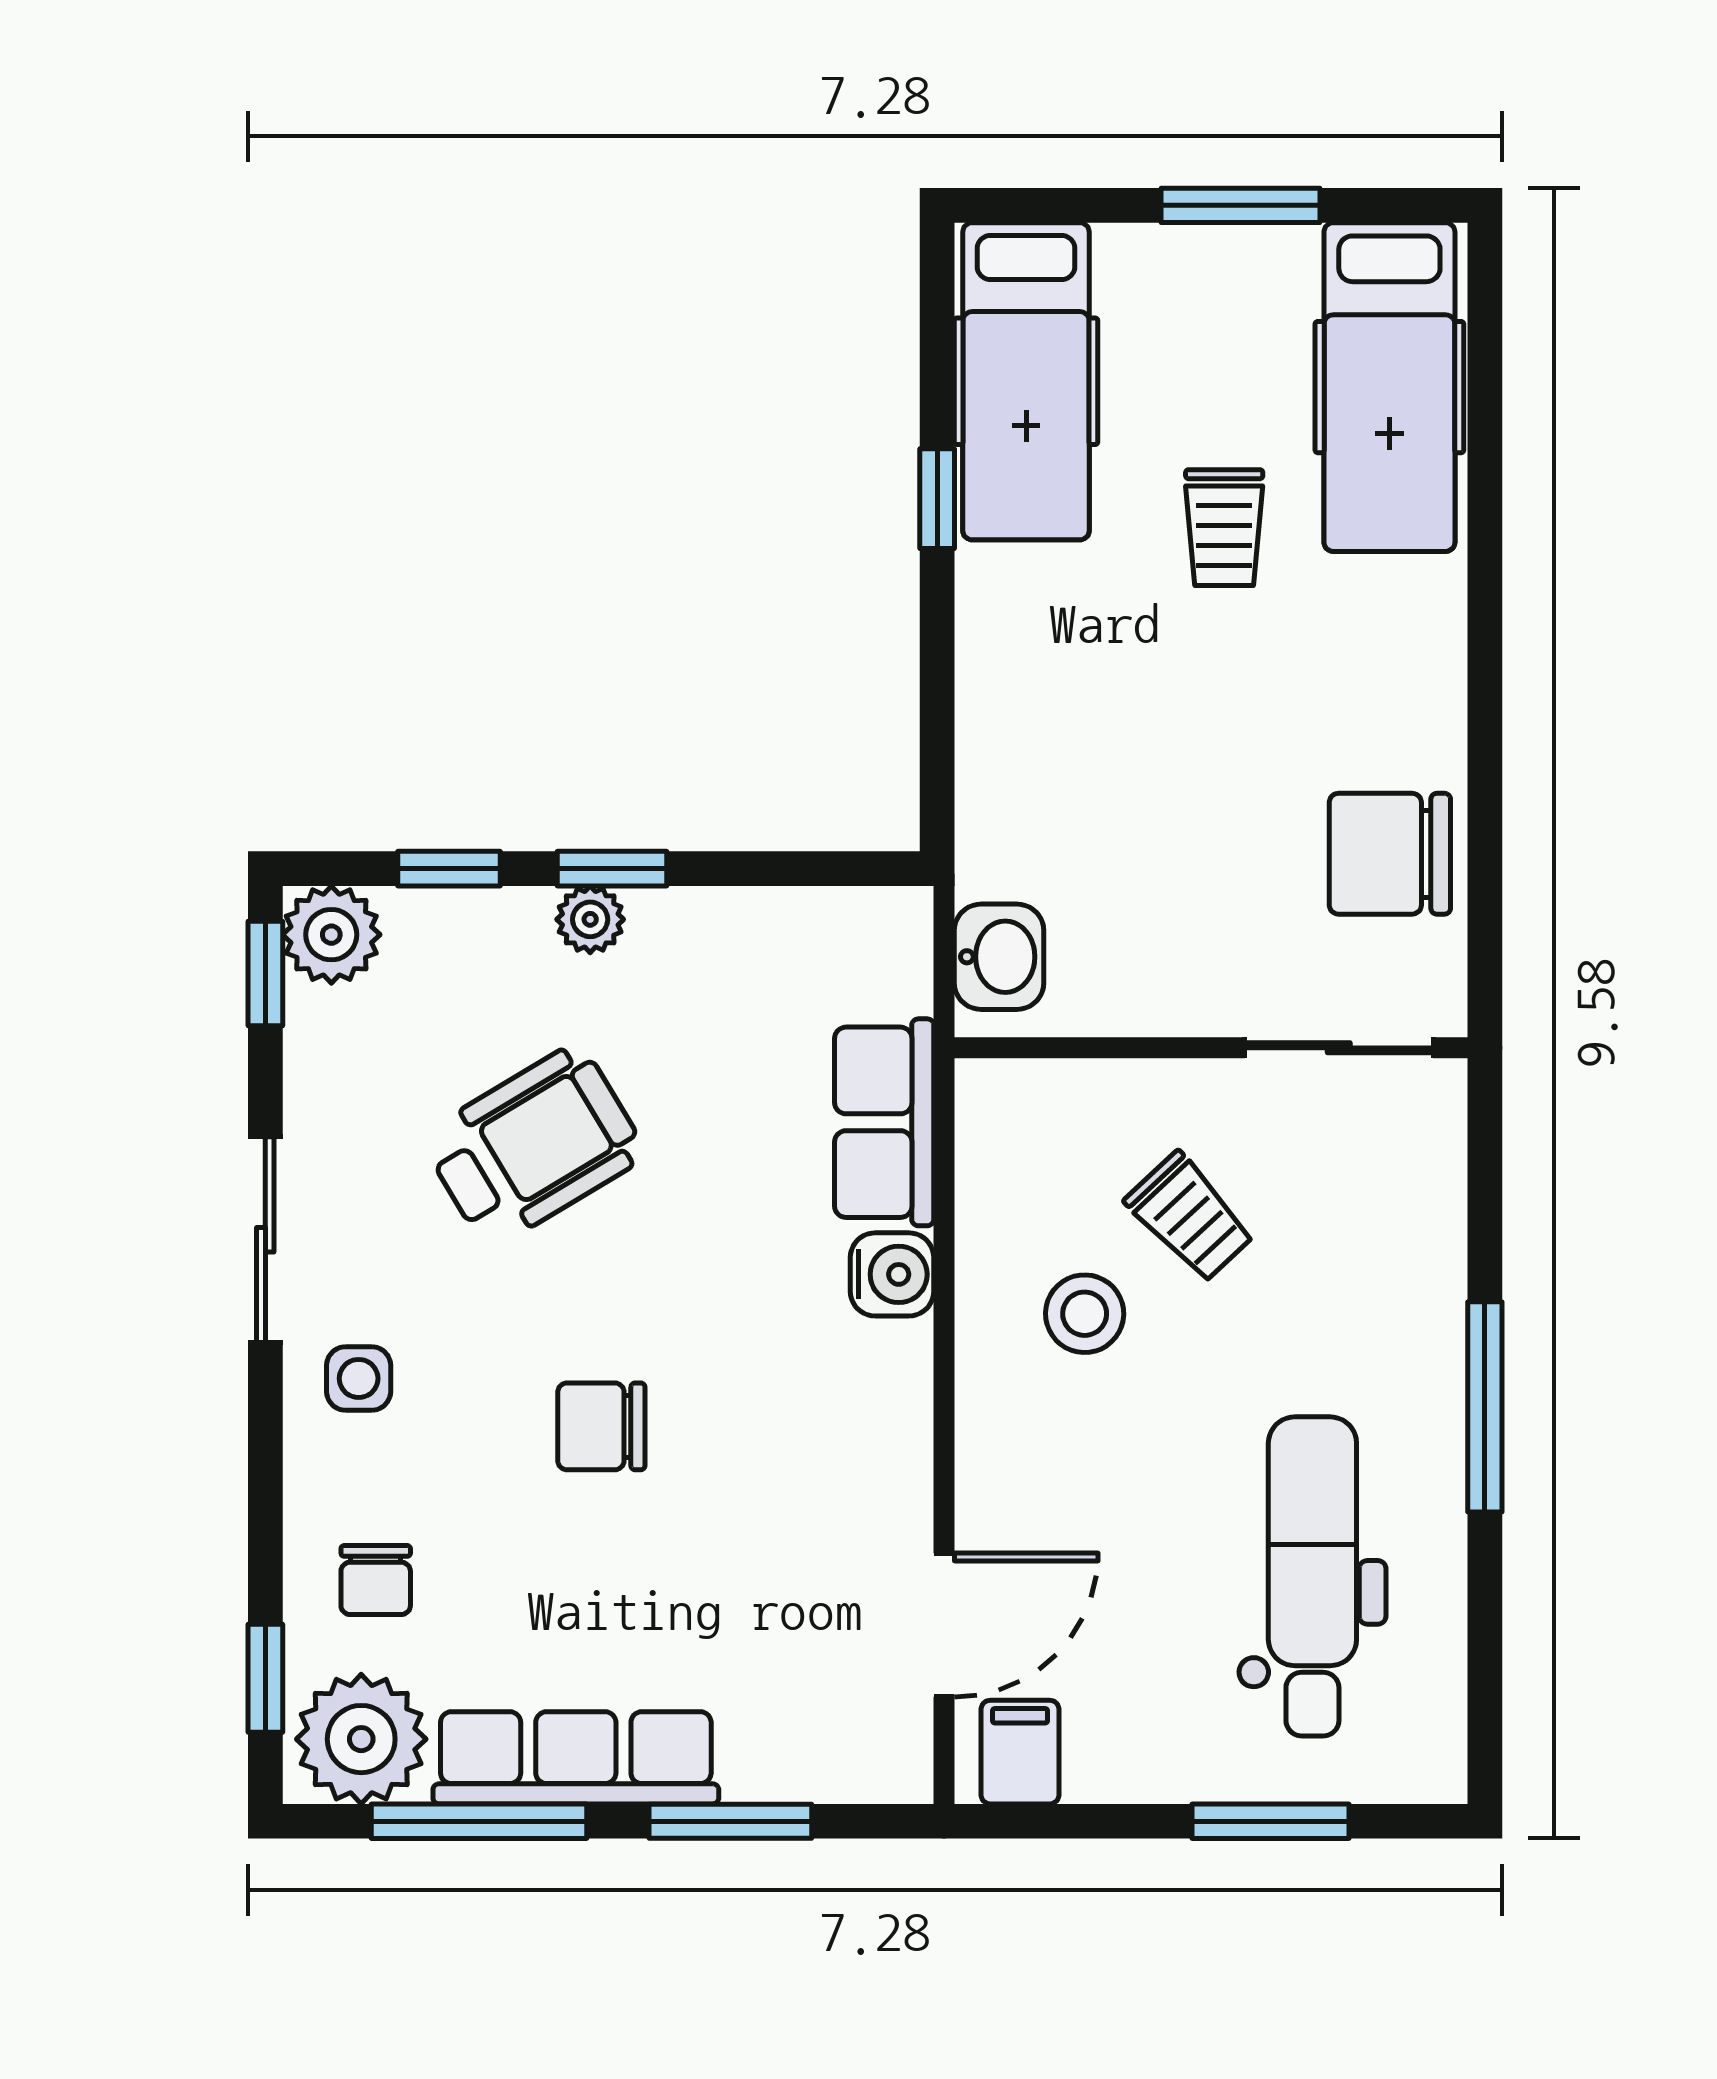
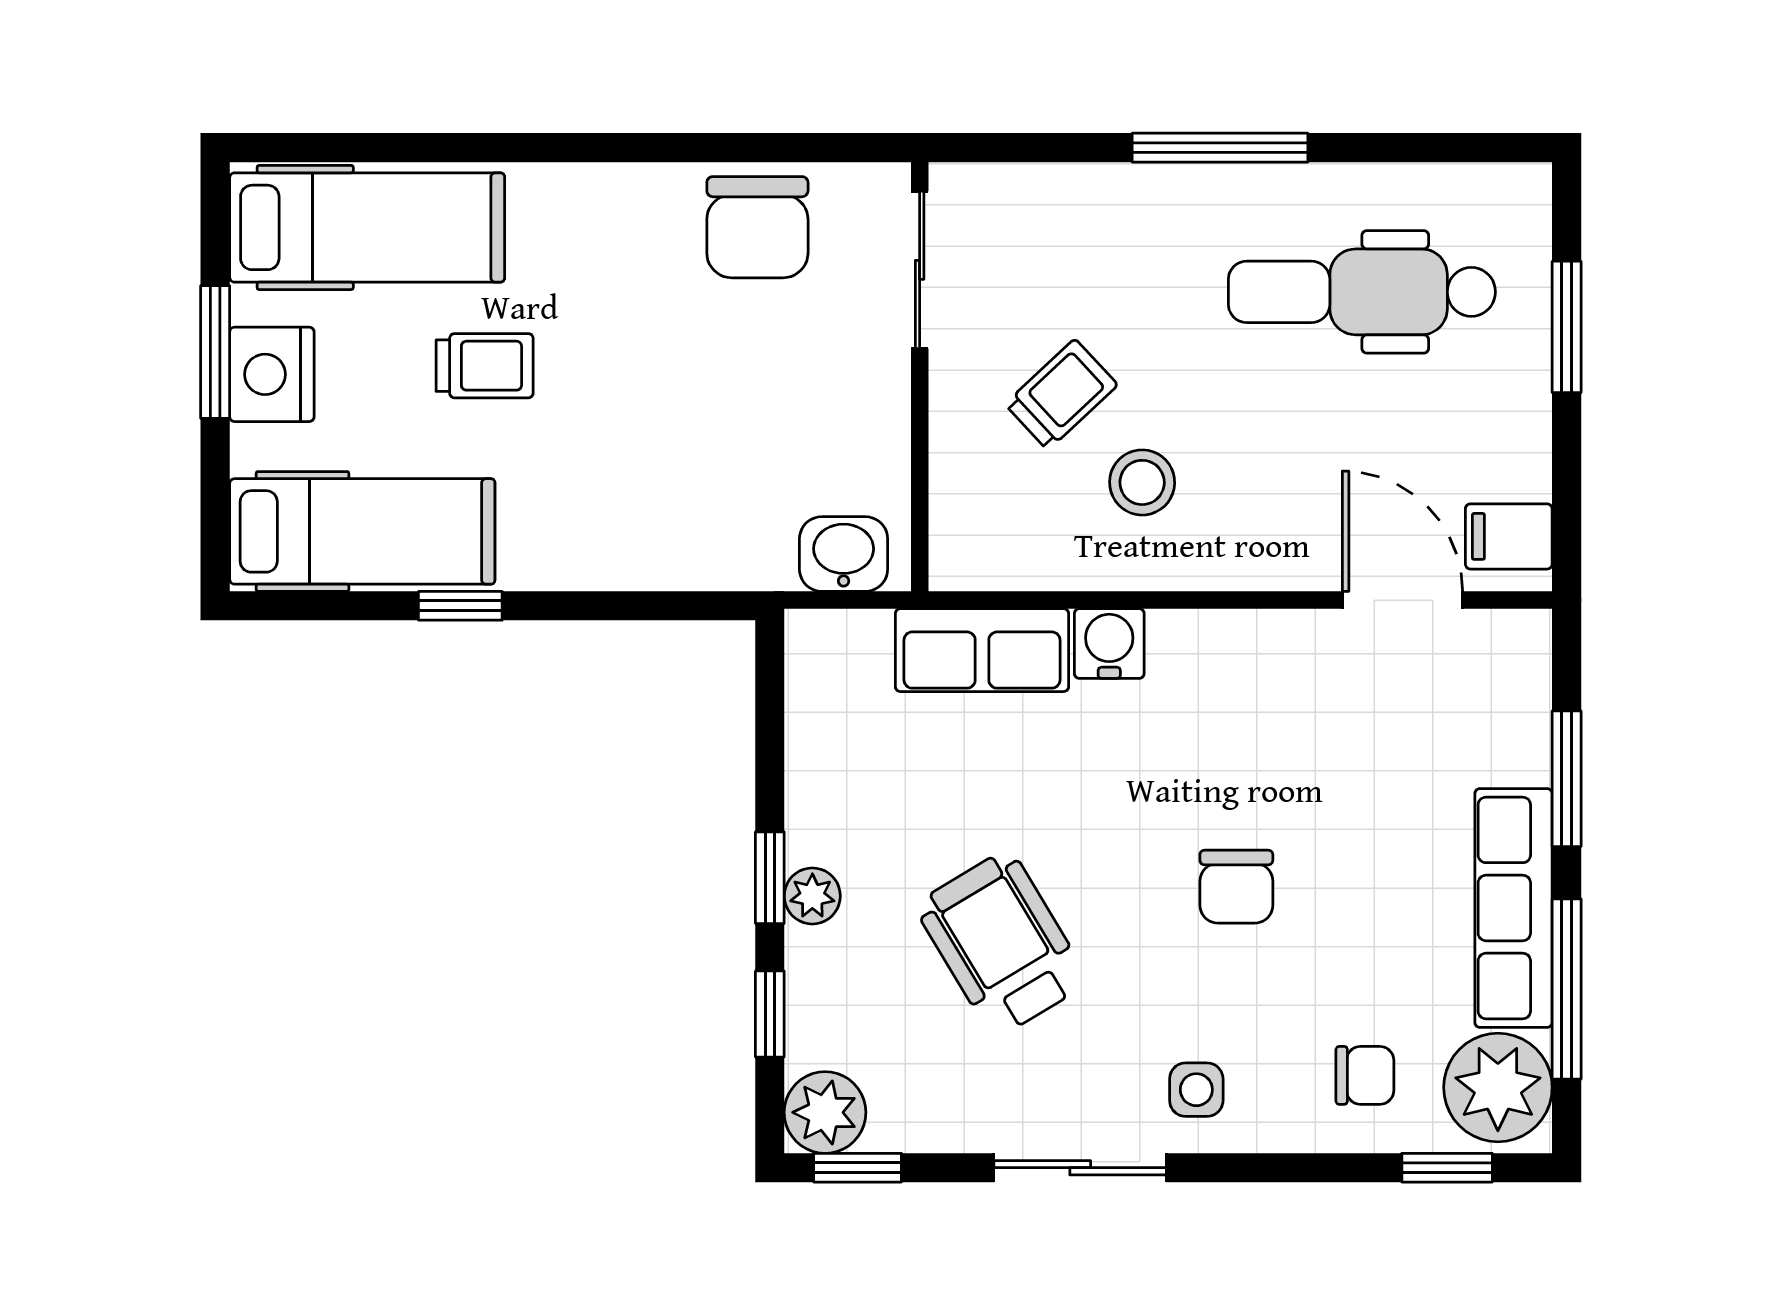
nightstand: (1214, 273) -> (272, 374), added

